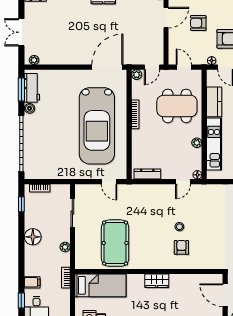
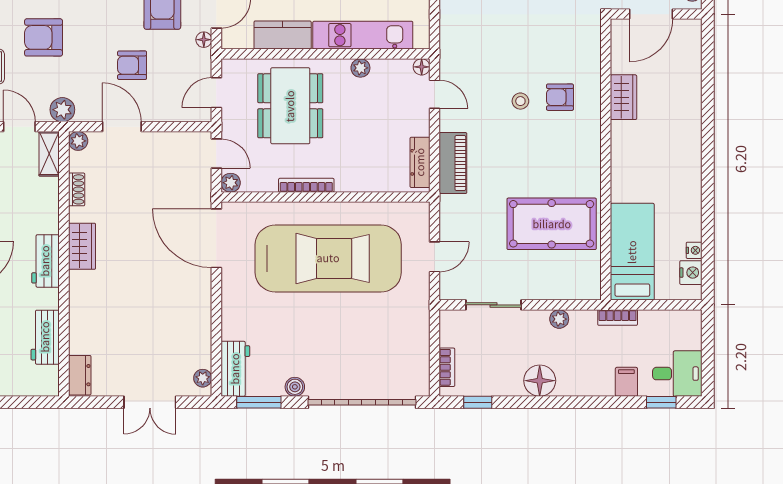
armchair: (198, 23) -> (132, 65), turned 90
workbench: (32, 88) -> (235, 369), moved, turned 90
door: (109, 182) -> (435, 257), moved
piano: (147, 191) -> (453, 163), added
wardrobe: (157, 281) -> (624, 97), moved

